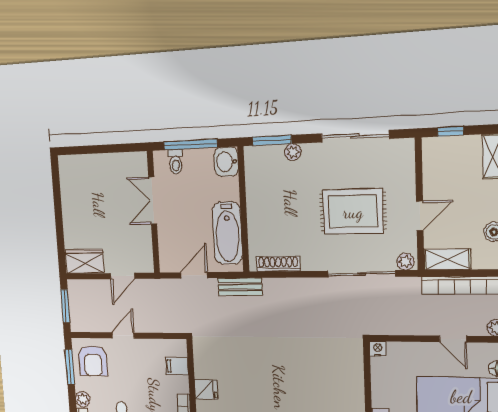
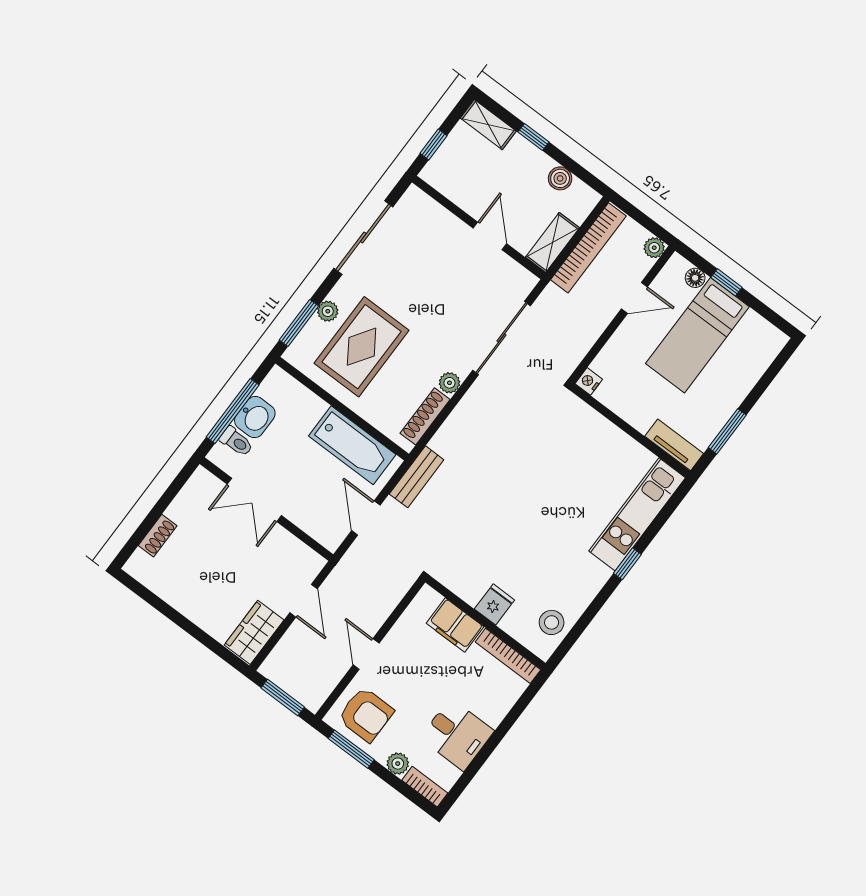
shoe rack: (91, 161) -> (158, 536), added
washbasin: (226, 162) -> (255, 417), moved, turned -90
rug: (353, 212) -> (362, 347), moved
plant: (405, 262) -> (449, 383), moved
filing cabinet: (177, 366) -> (455, 625), width x2.00

